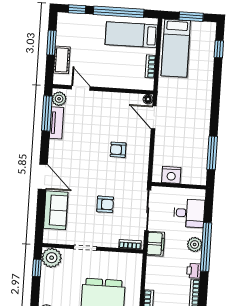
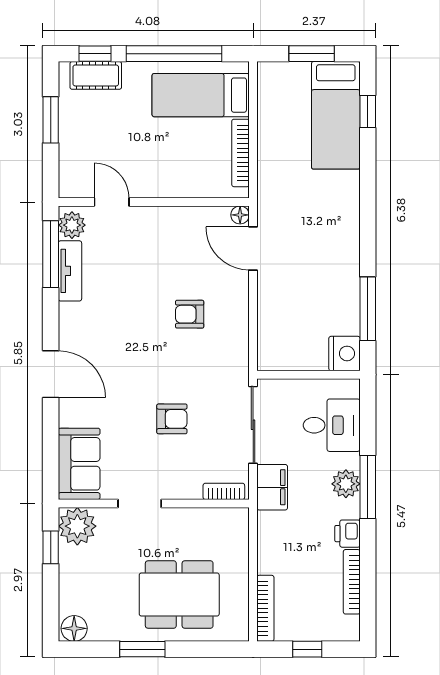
bed: (176, 48) -> (336, 115), moved
cot: (62, 60) -> (96, 75), moved, turned 90
bookcase: (150, 66) -> (240, 153), width x1.56
nightstand: (171, 175) -> (344, 353), moved, turned -90
sofa: (56, 210) -> (79, 464), moved
window: (206, 247) -> (368, 487), width x0.68

